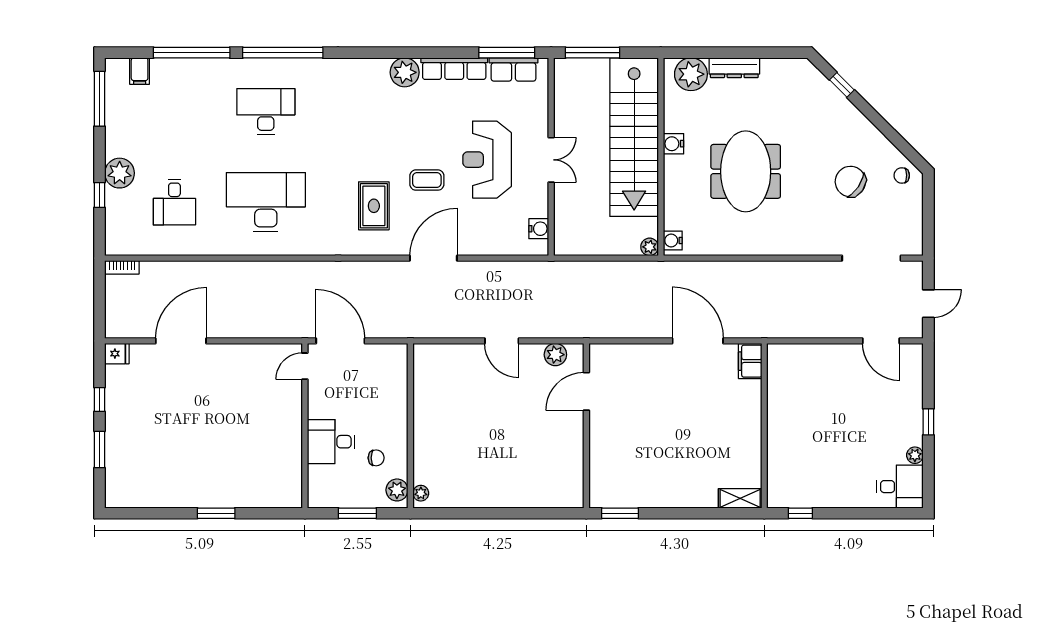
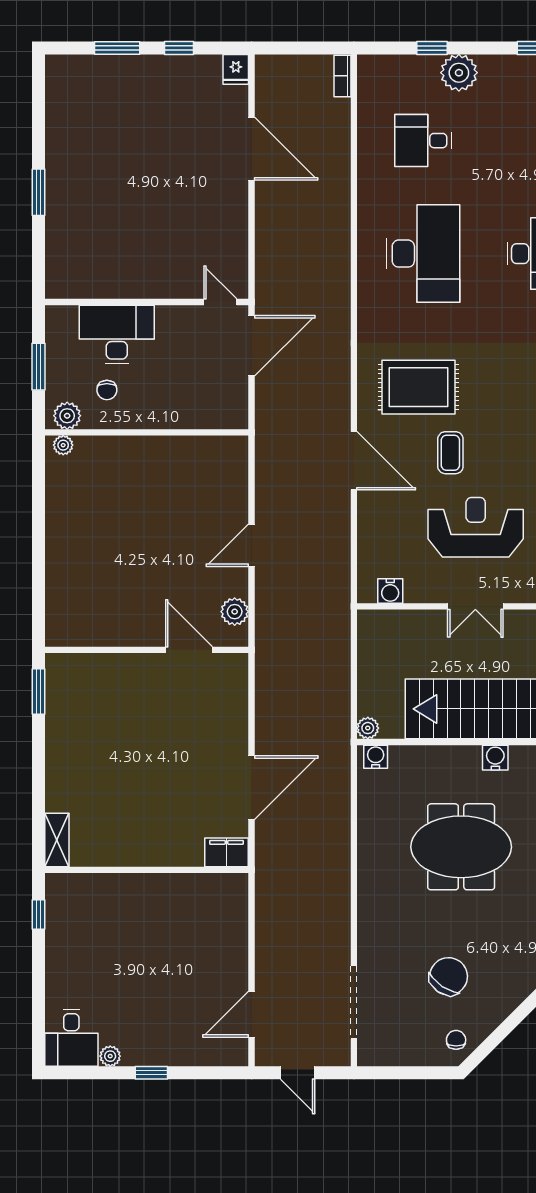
rug: (374, 206) -> (418, 387), width x1.36, depth x1.43
desk: (331, 442) -> (117, 334), width x1.37

